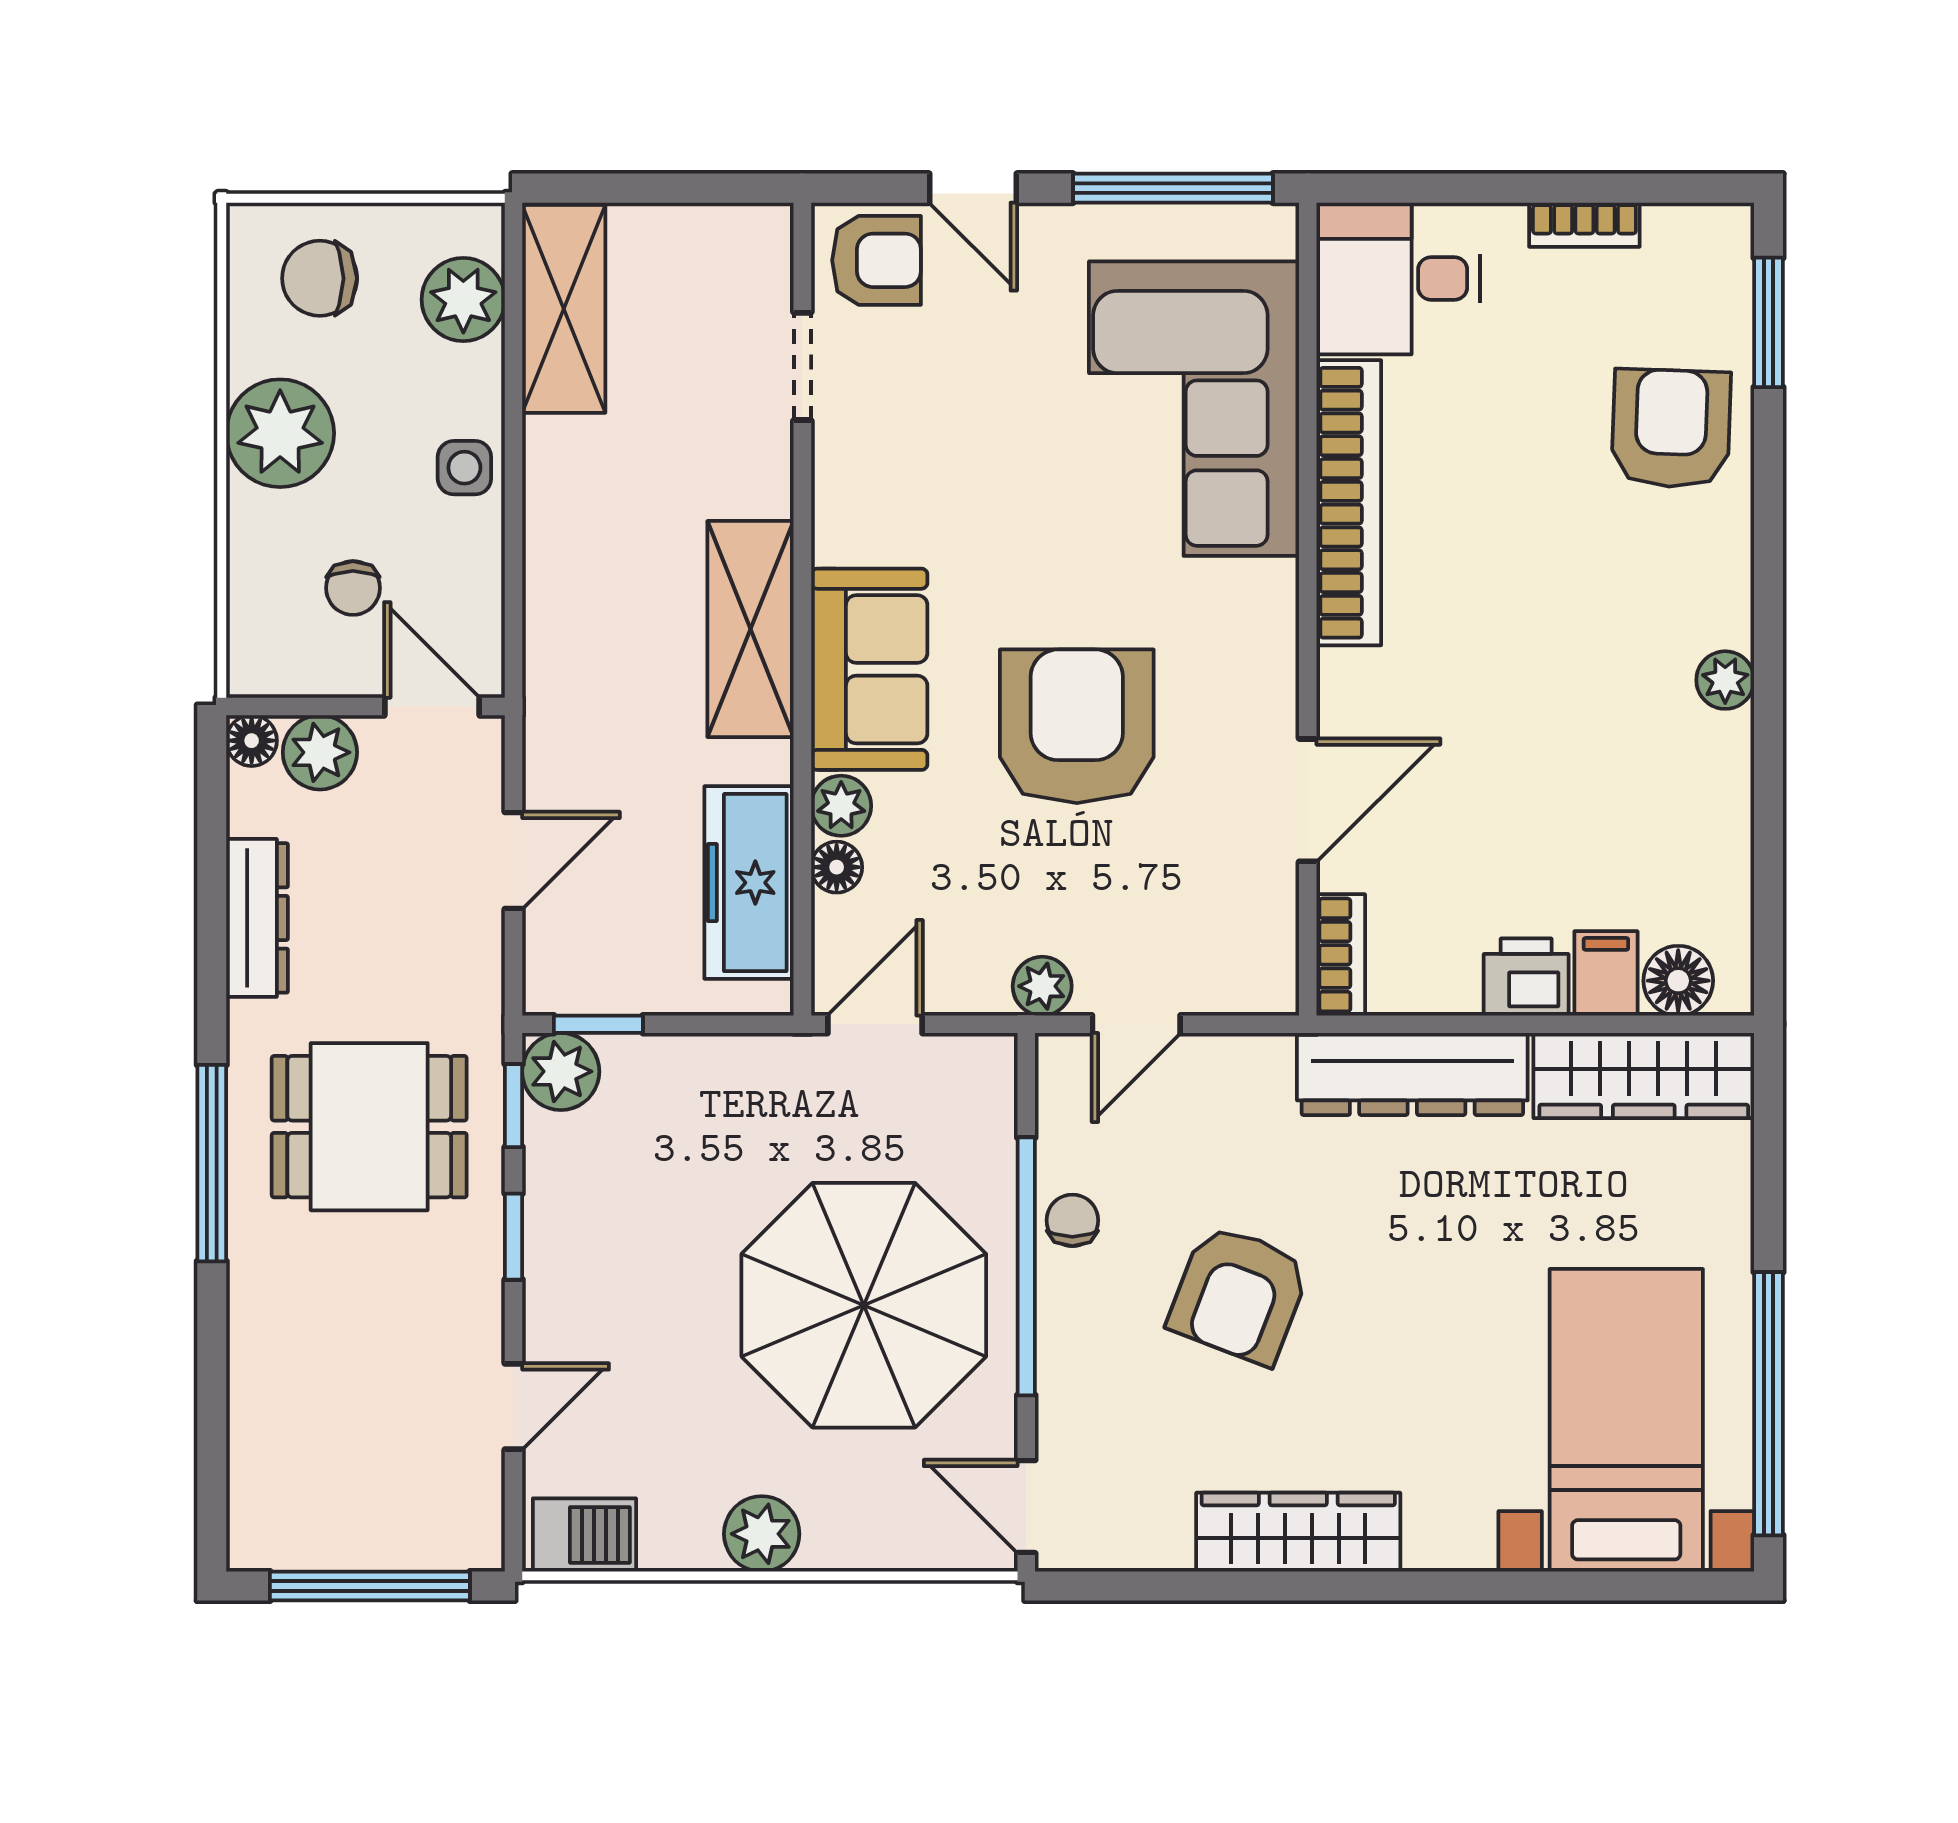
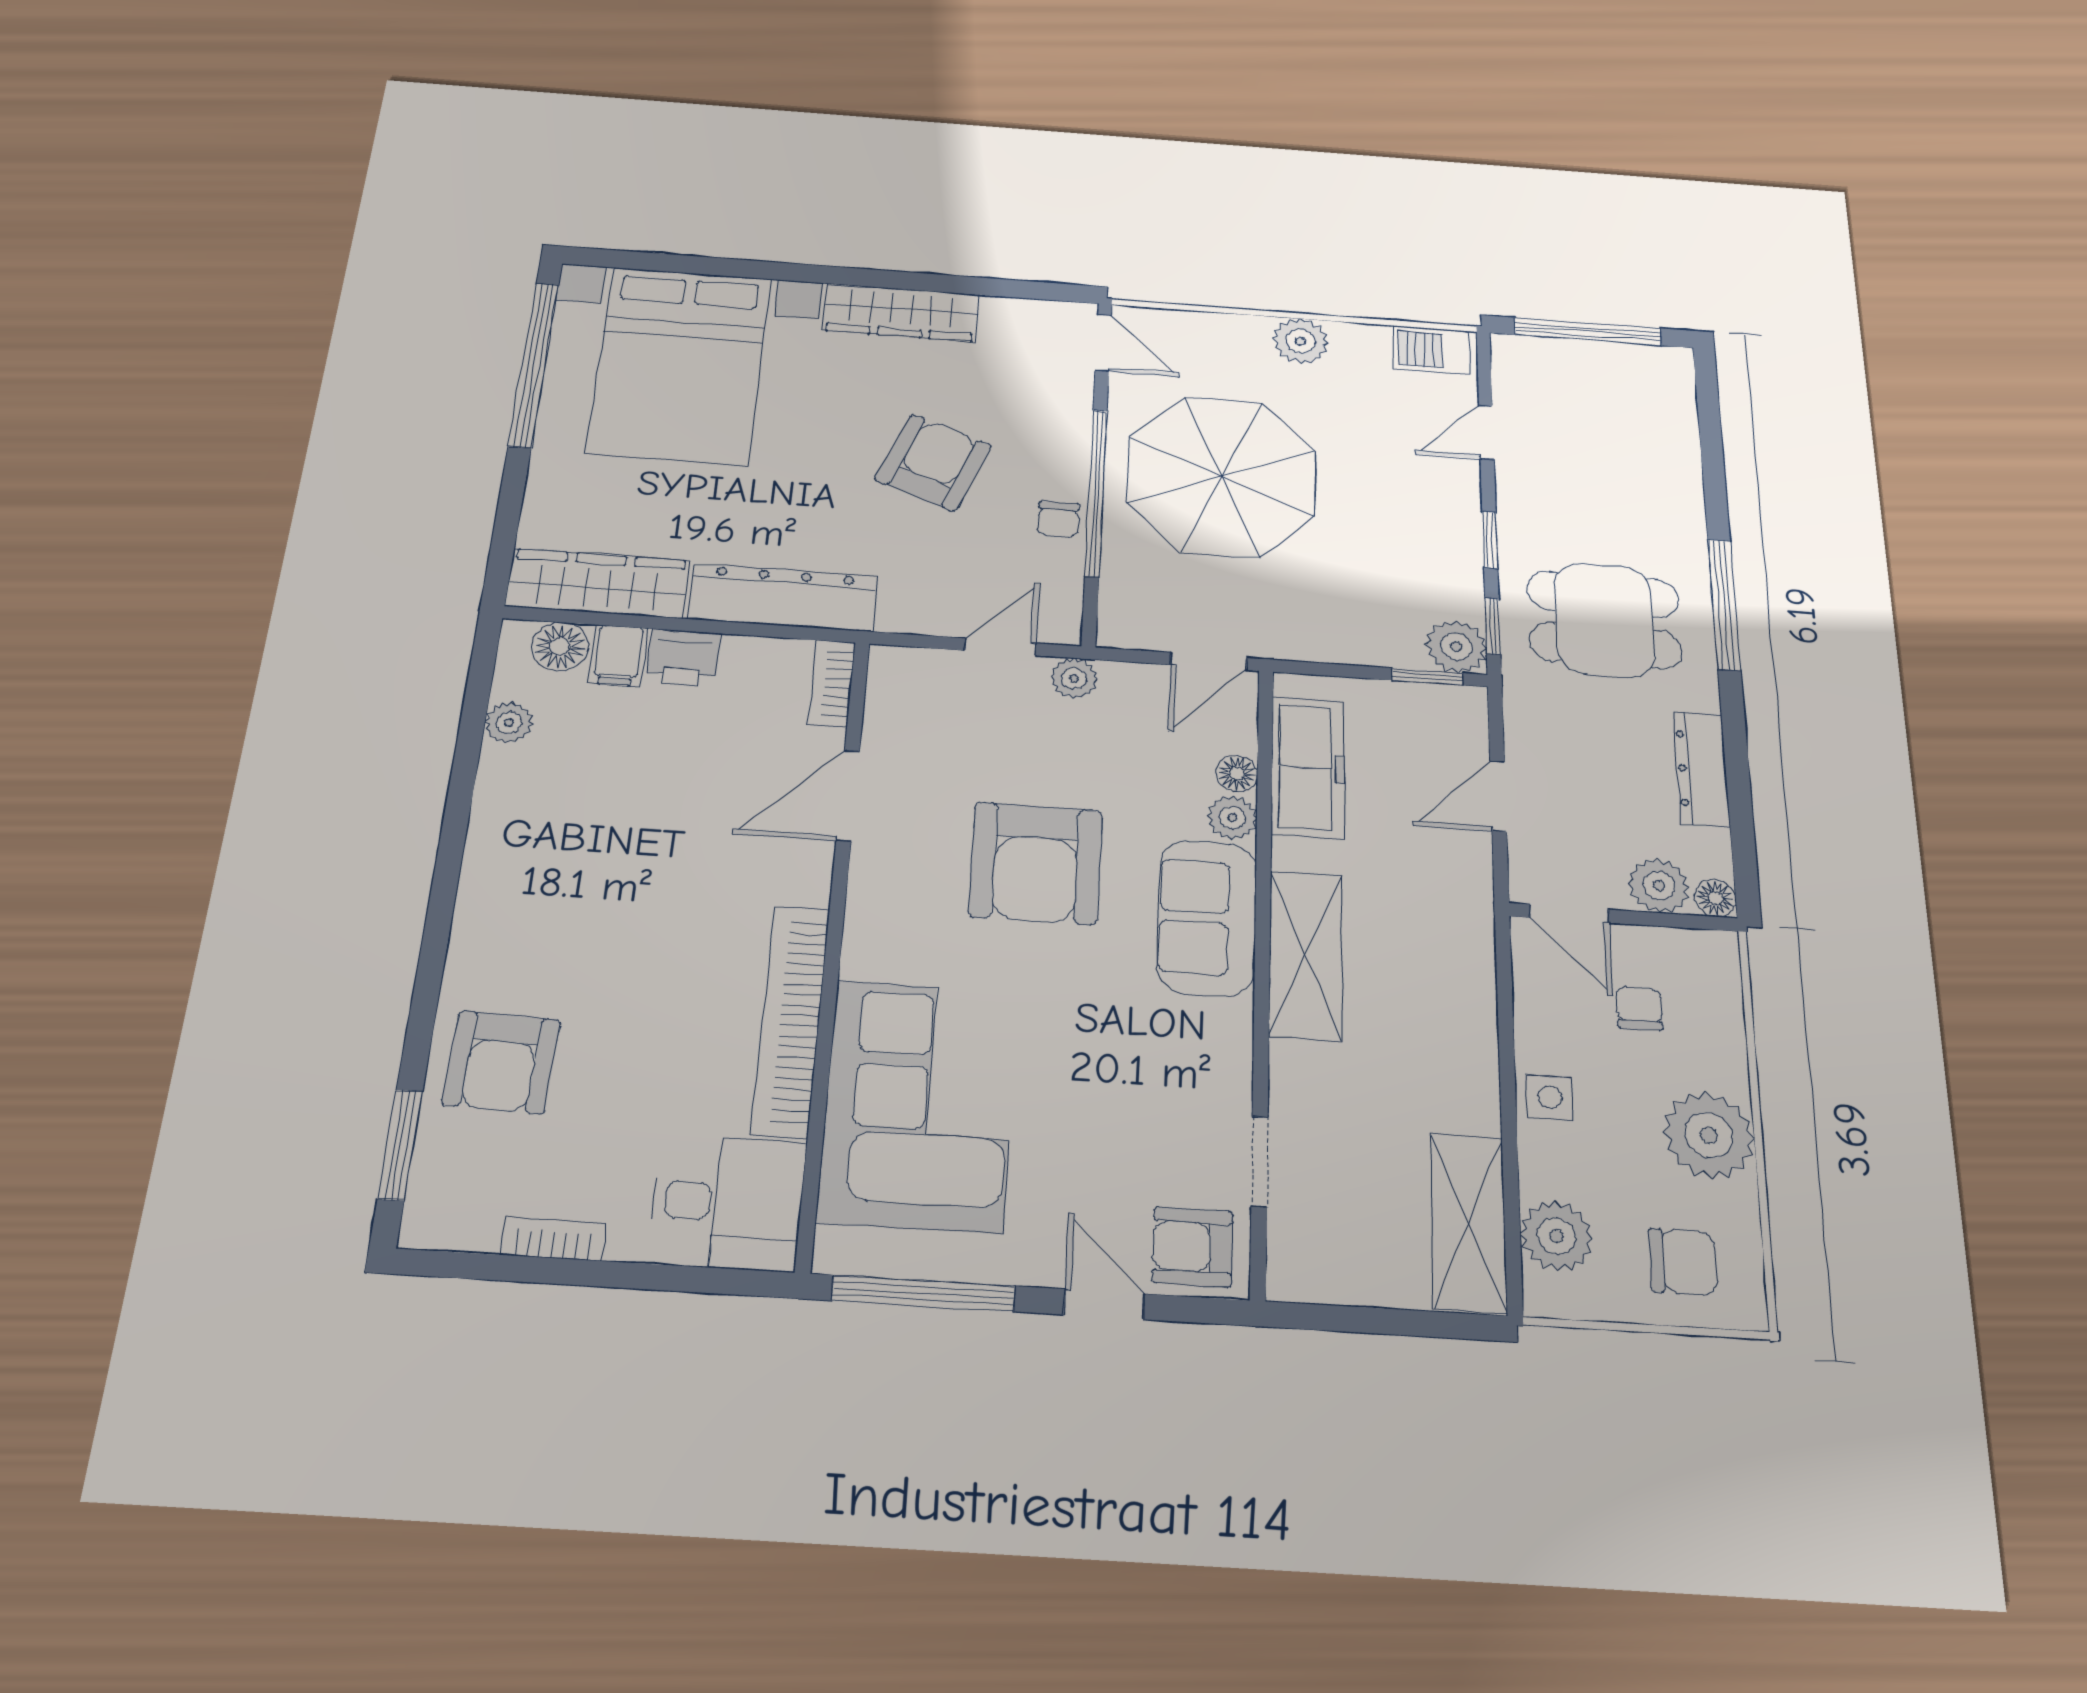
plant: (1725, 680) -> (509, 723), moved
bed with nightstands: (1626, 1420) -> (680, 365), width x1.36

